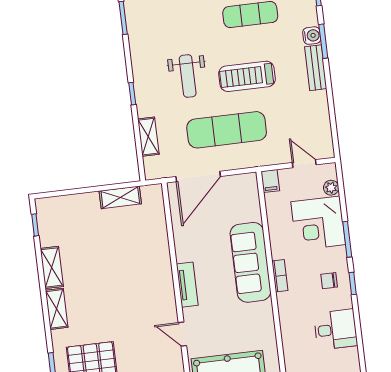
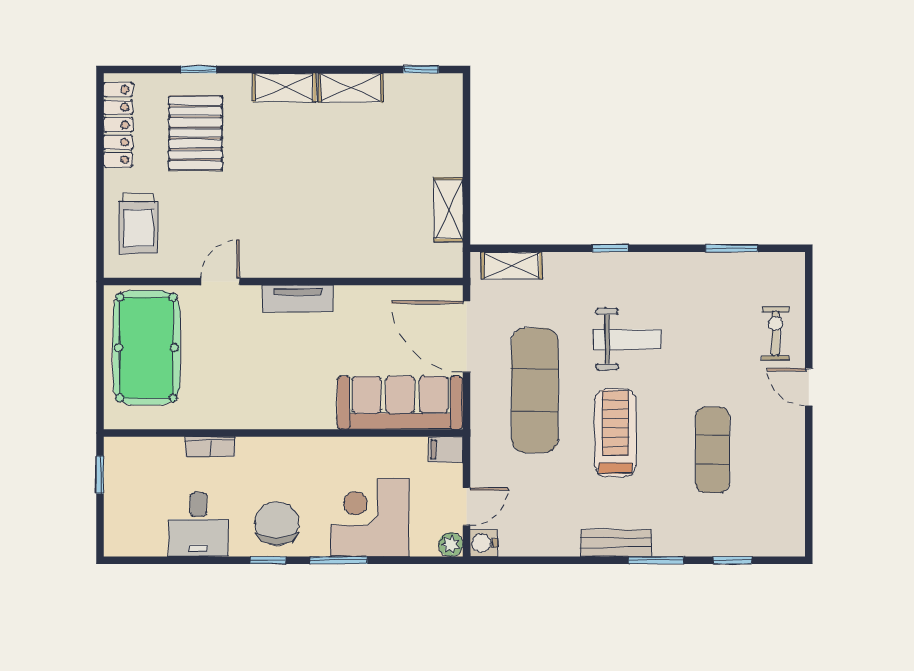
water cooler: (312, 36) -> (484, 543), moved, turned 90
weight bench: (188, 76) -> (627, 339), turned 180
shelving: (148, 137) -> (512, 265), moved
plant: (331, 188) -> (451, 545), moved
sofa: (250, 262) -> (400, 403), moved
bookcase: (280, 276) -> (210, 447), moved
chair: (329, 281) -> (277, 523), width x1.87, depth x1.87

